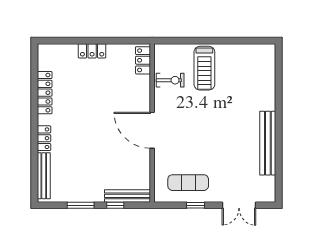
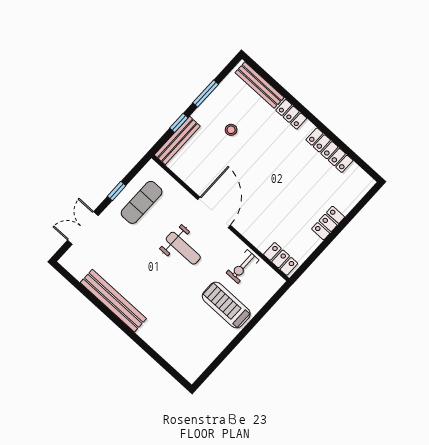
weight bench: (193, 129) -> (183, 248), added
door: (152, 130) -> (214, 212), hinge flipped
stool: (89, 168) -> (231, 130), added

